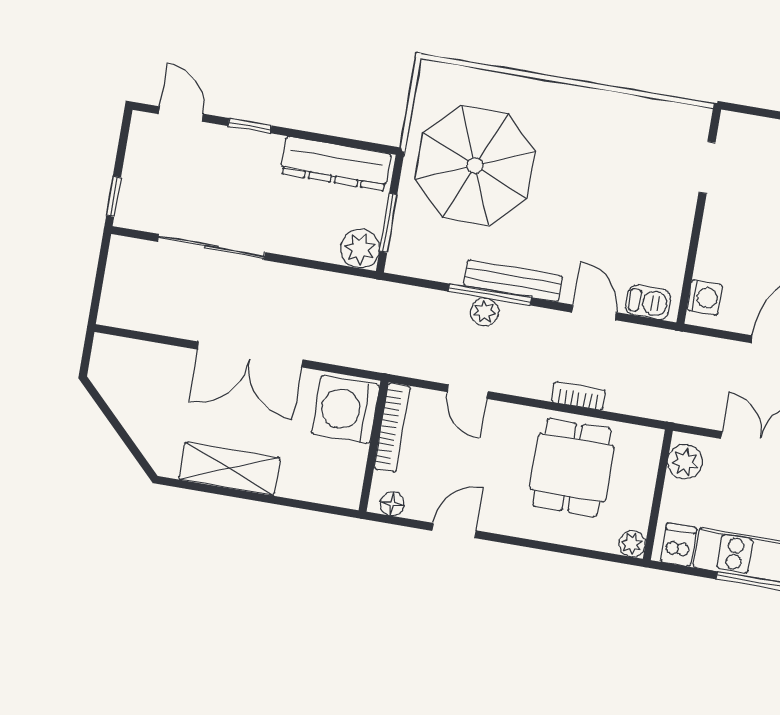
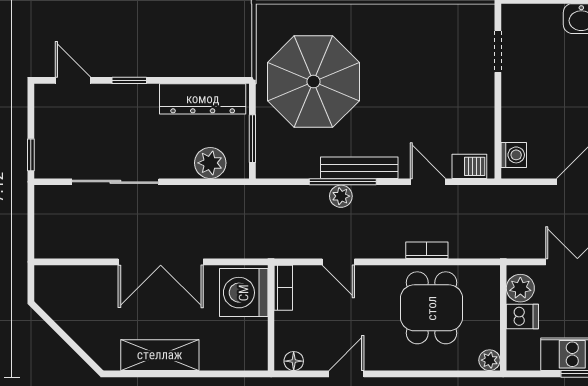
plant: (360, 249) -> (210, 163), moved
bookcase: (392, 427) -> (283, 288), width x0.64
dishwasher: (678, 545) -> (522, 317), moved, turned 90

